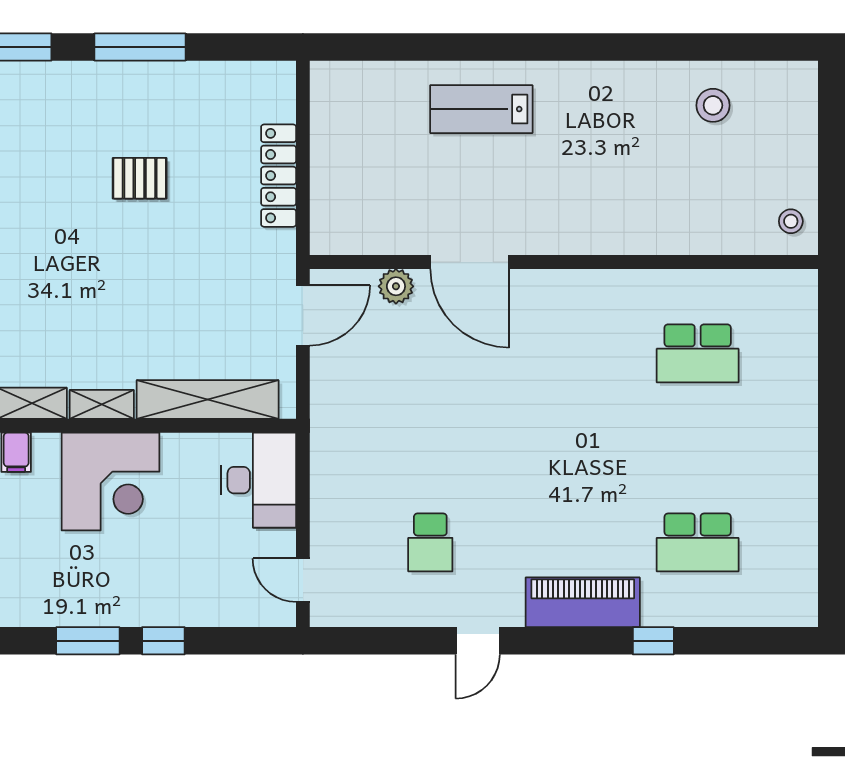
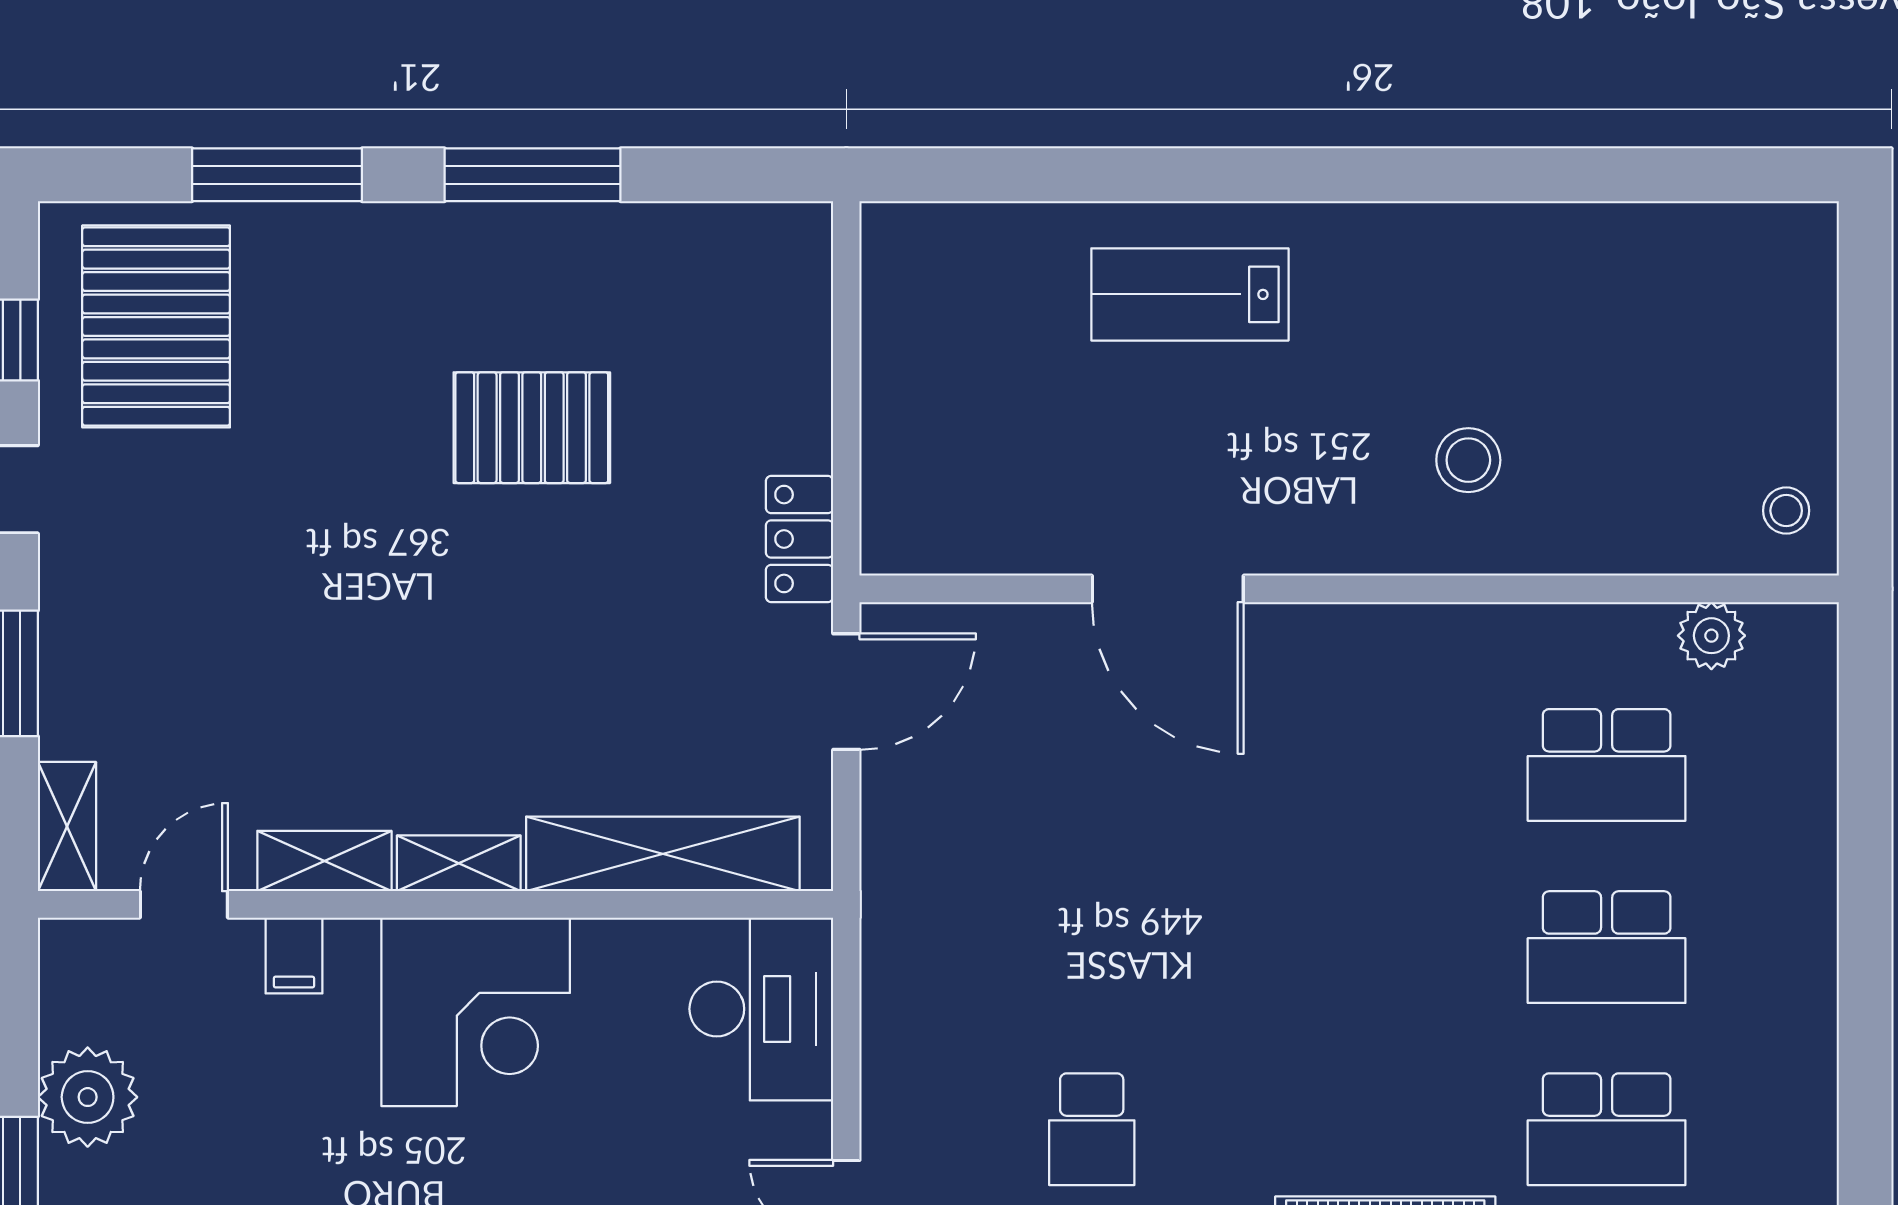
stool: (713, 105) -> (1468, 460), moved
locker: (279, 176) -> (800, 539), moved, width x0.66
pallet: (140, 178) -> (532, 428), width x1.50, depth x1.42
plant: (396, 286) -> (1711, 636), moved
school desk: (698, 448) -> (1607, 947), added

